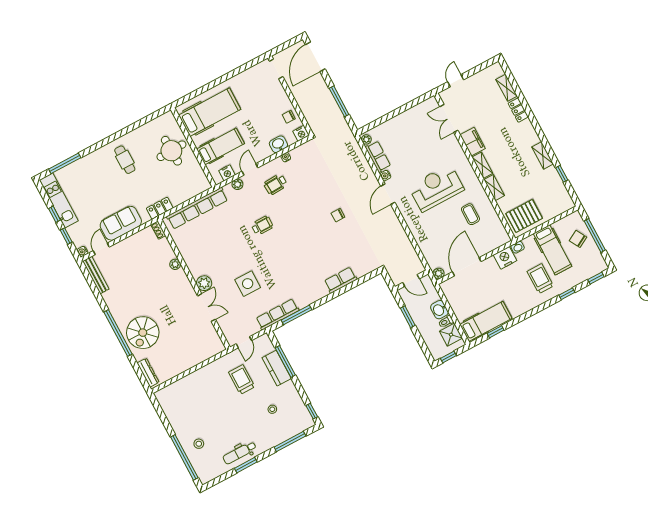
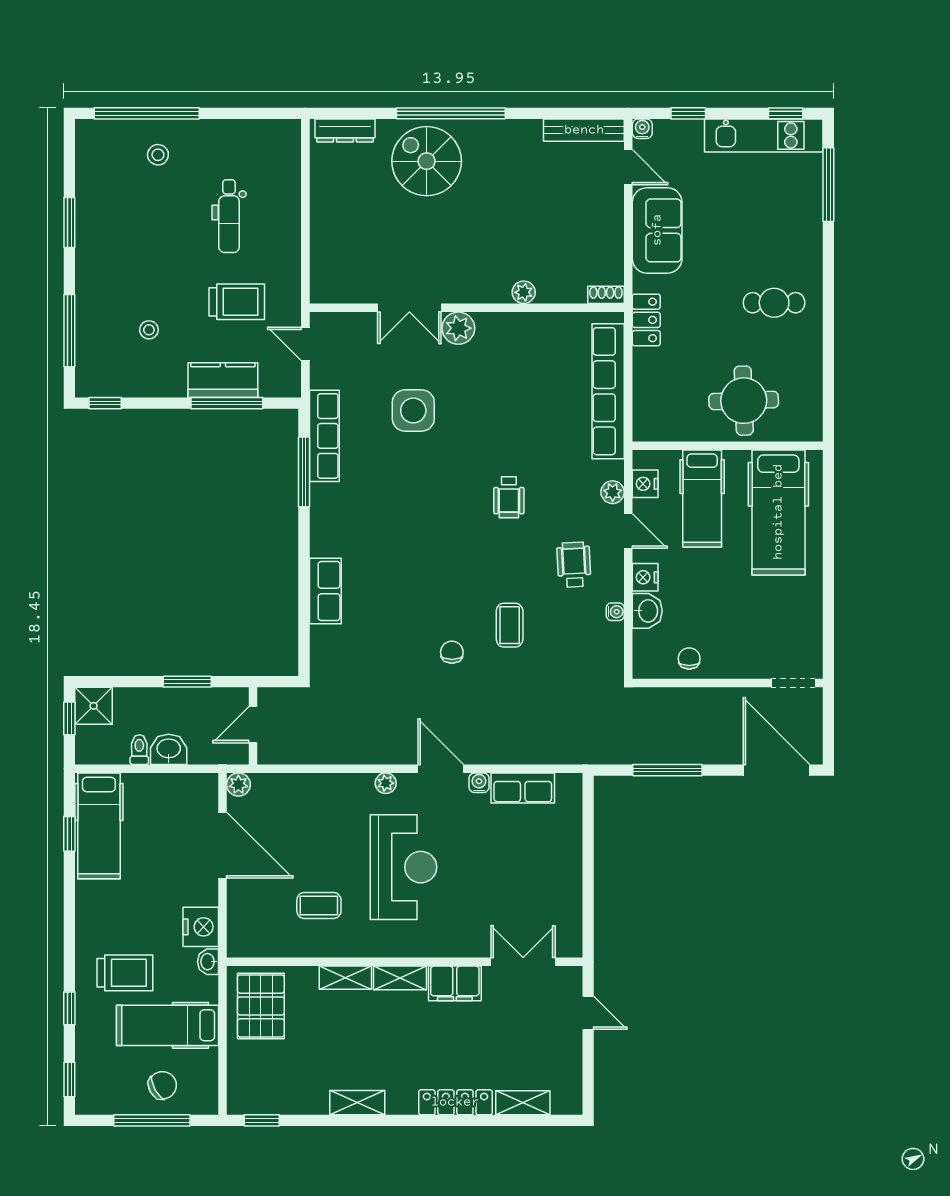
locker: (518, 110) -> (455, 1102), width x1.53
nightstand: (301, 133) -> (645, 577), moved
plant: (366, 139) -> (386, 783), moved
window: (562, 174) -> (262, 1120), moved
coffee table: (314, 197) -> (510, 625), added
window: (54, 214) -> (786, 113), moved
shower: (451, 335) -> (94, 706), moved
dental chair: (240, 453) -> (229, 216), moved, turned 180

